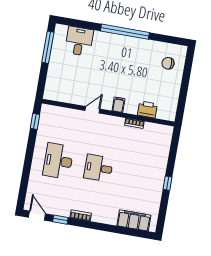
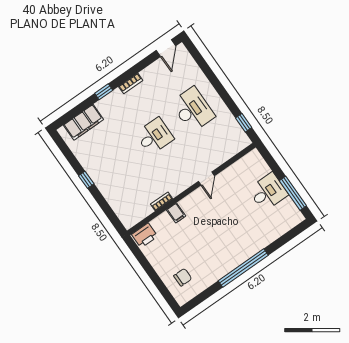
desk: (79, 41) -> (268, 192), moved, turned -90
filing cabinet: (119, 105) -> (176, 213), moved
printer: (147, 110) -> (145, 235), moved
door: (37, 216) -> (166, 48), hinge flipped
window: (60, 220) -> (104, 92), moved

